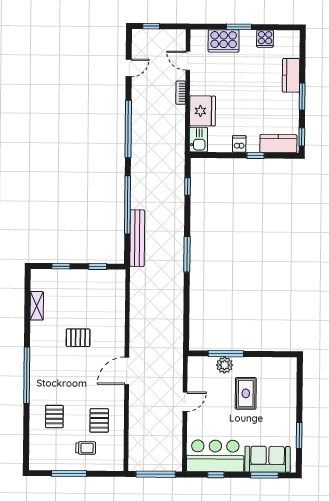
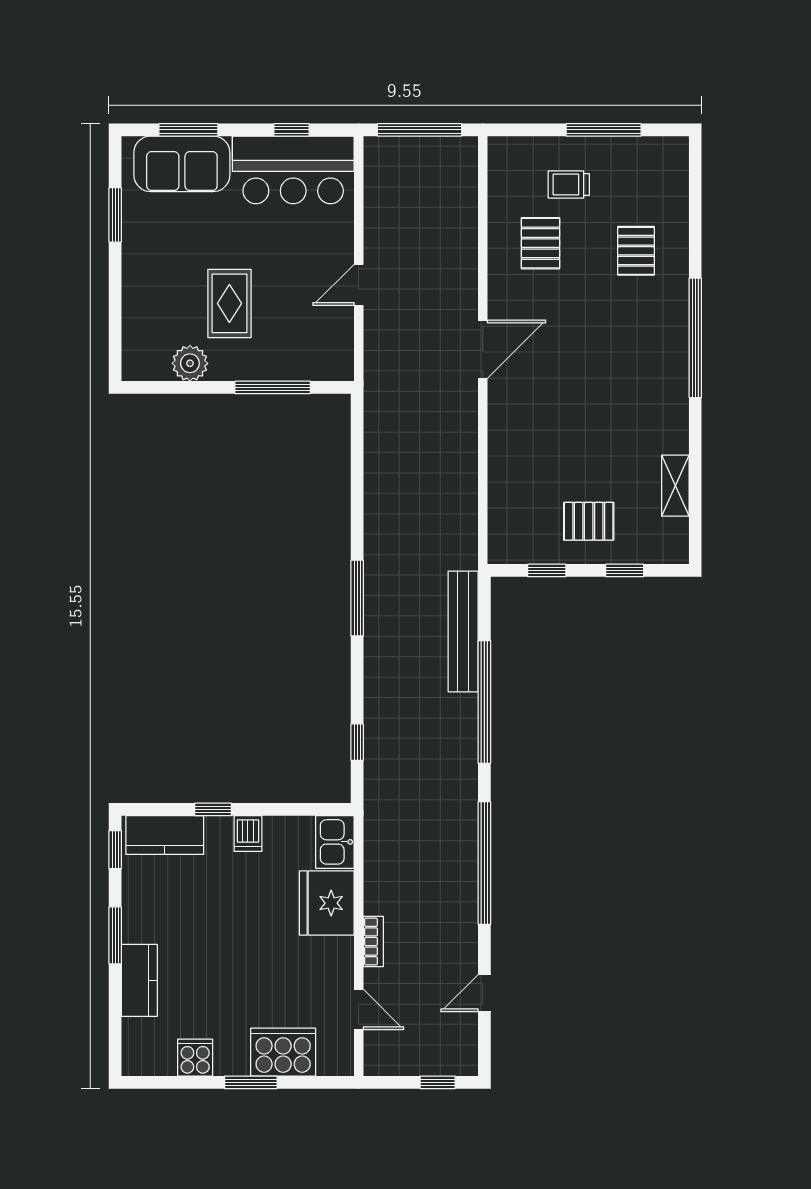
pallet: (78, 338) -> (589, 521), moved
plant: (225, 365) -> (190, 363), moved

